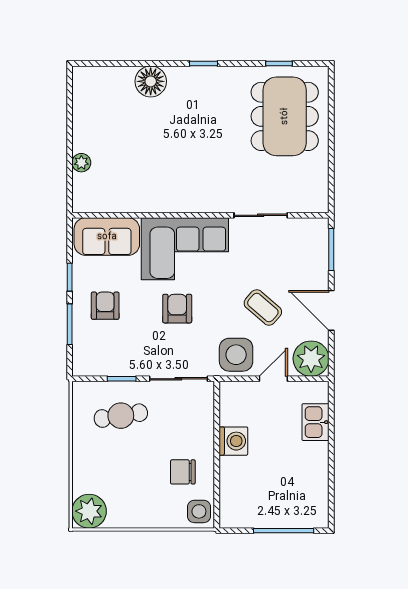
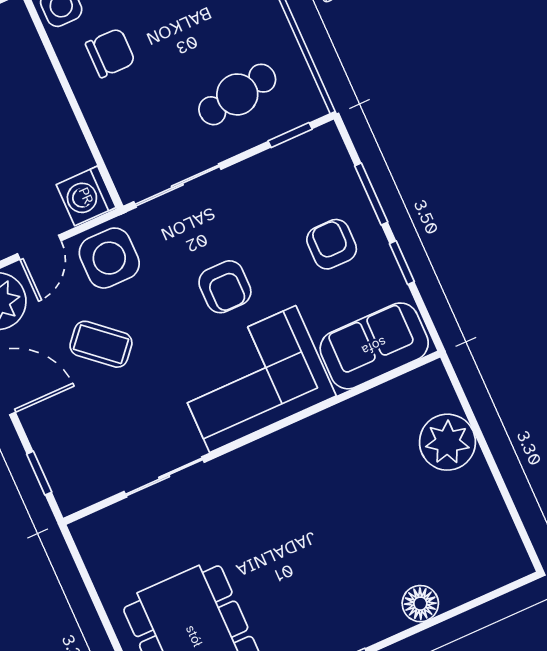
floor lamp: (151, 81) -> (420, 604), width x0.73, depth x0.73
plant: (81, 163) -> (447, 442), width x1.87, depth x1.87
window: (331, 250) -> (39, 473), width x0.67
armchair: (105, 306) -> (332, 244), turned 180
window: (122, 379) -> (290, 135), moved
washing machine: (233, 441) -> (86, 196), moved

